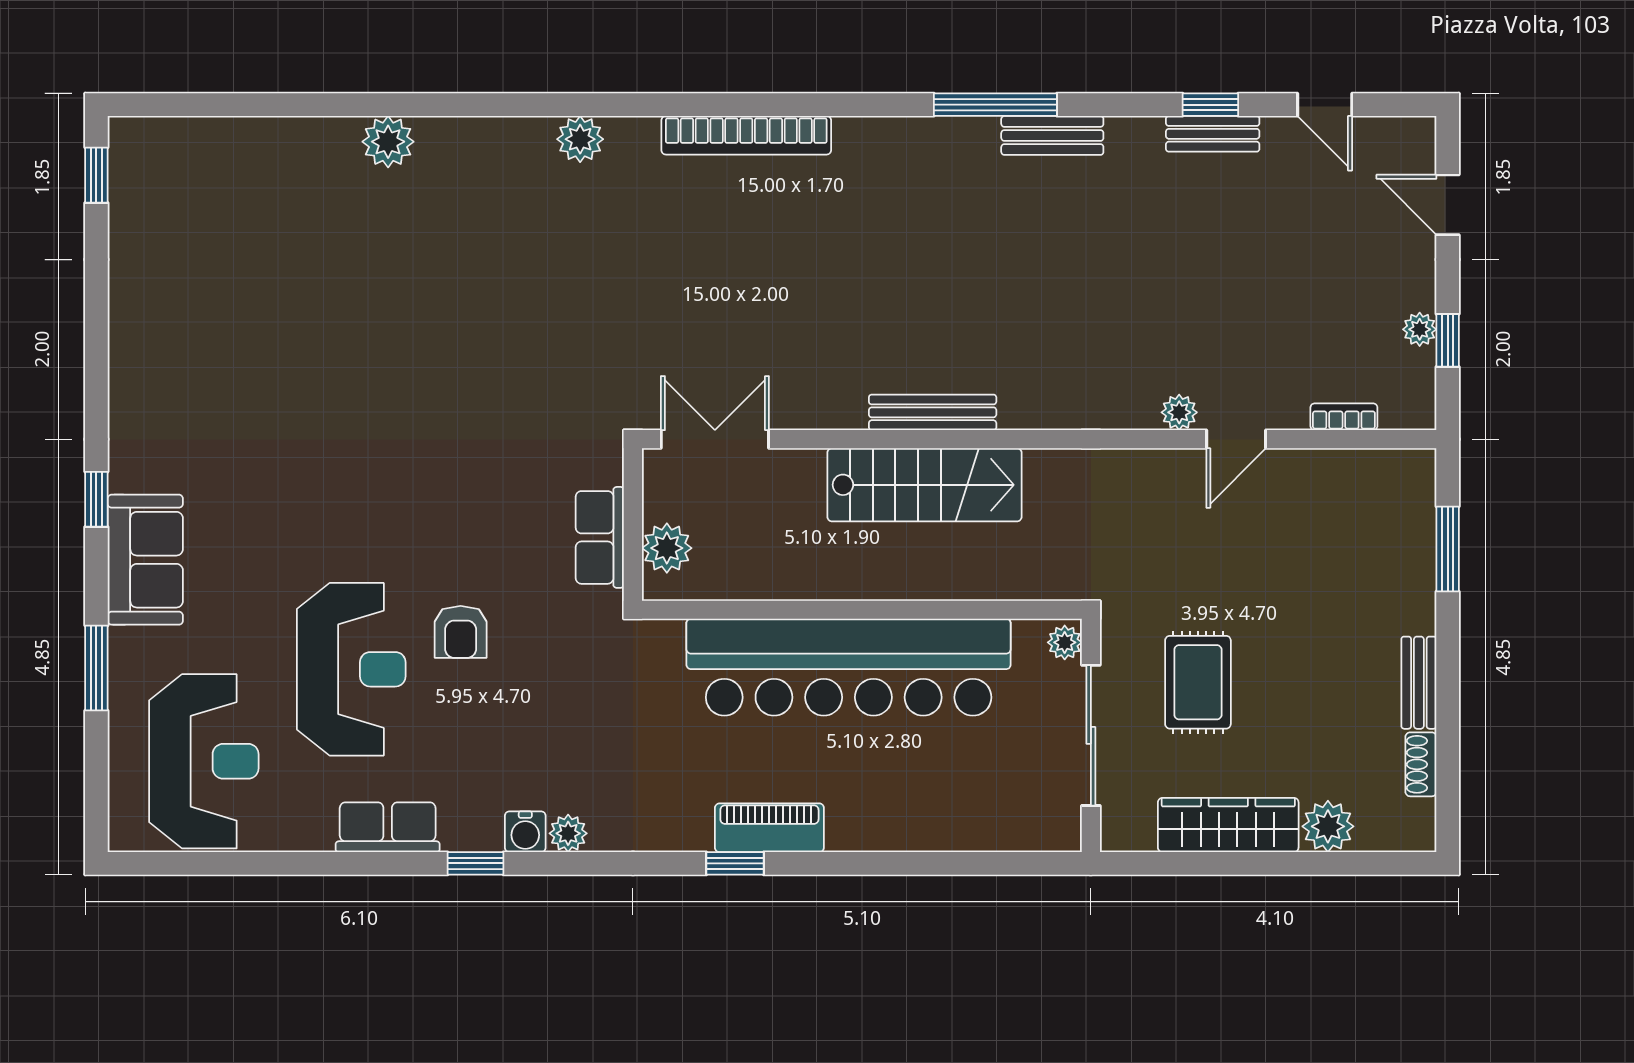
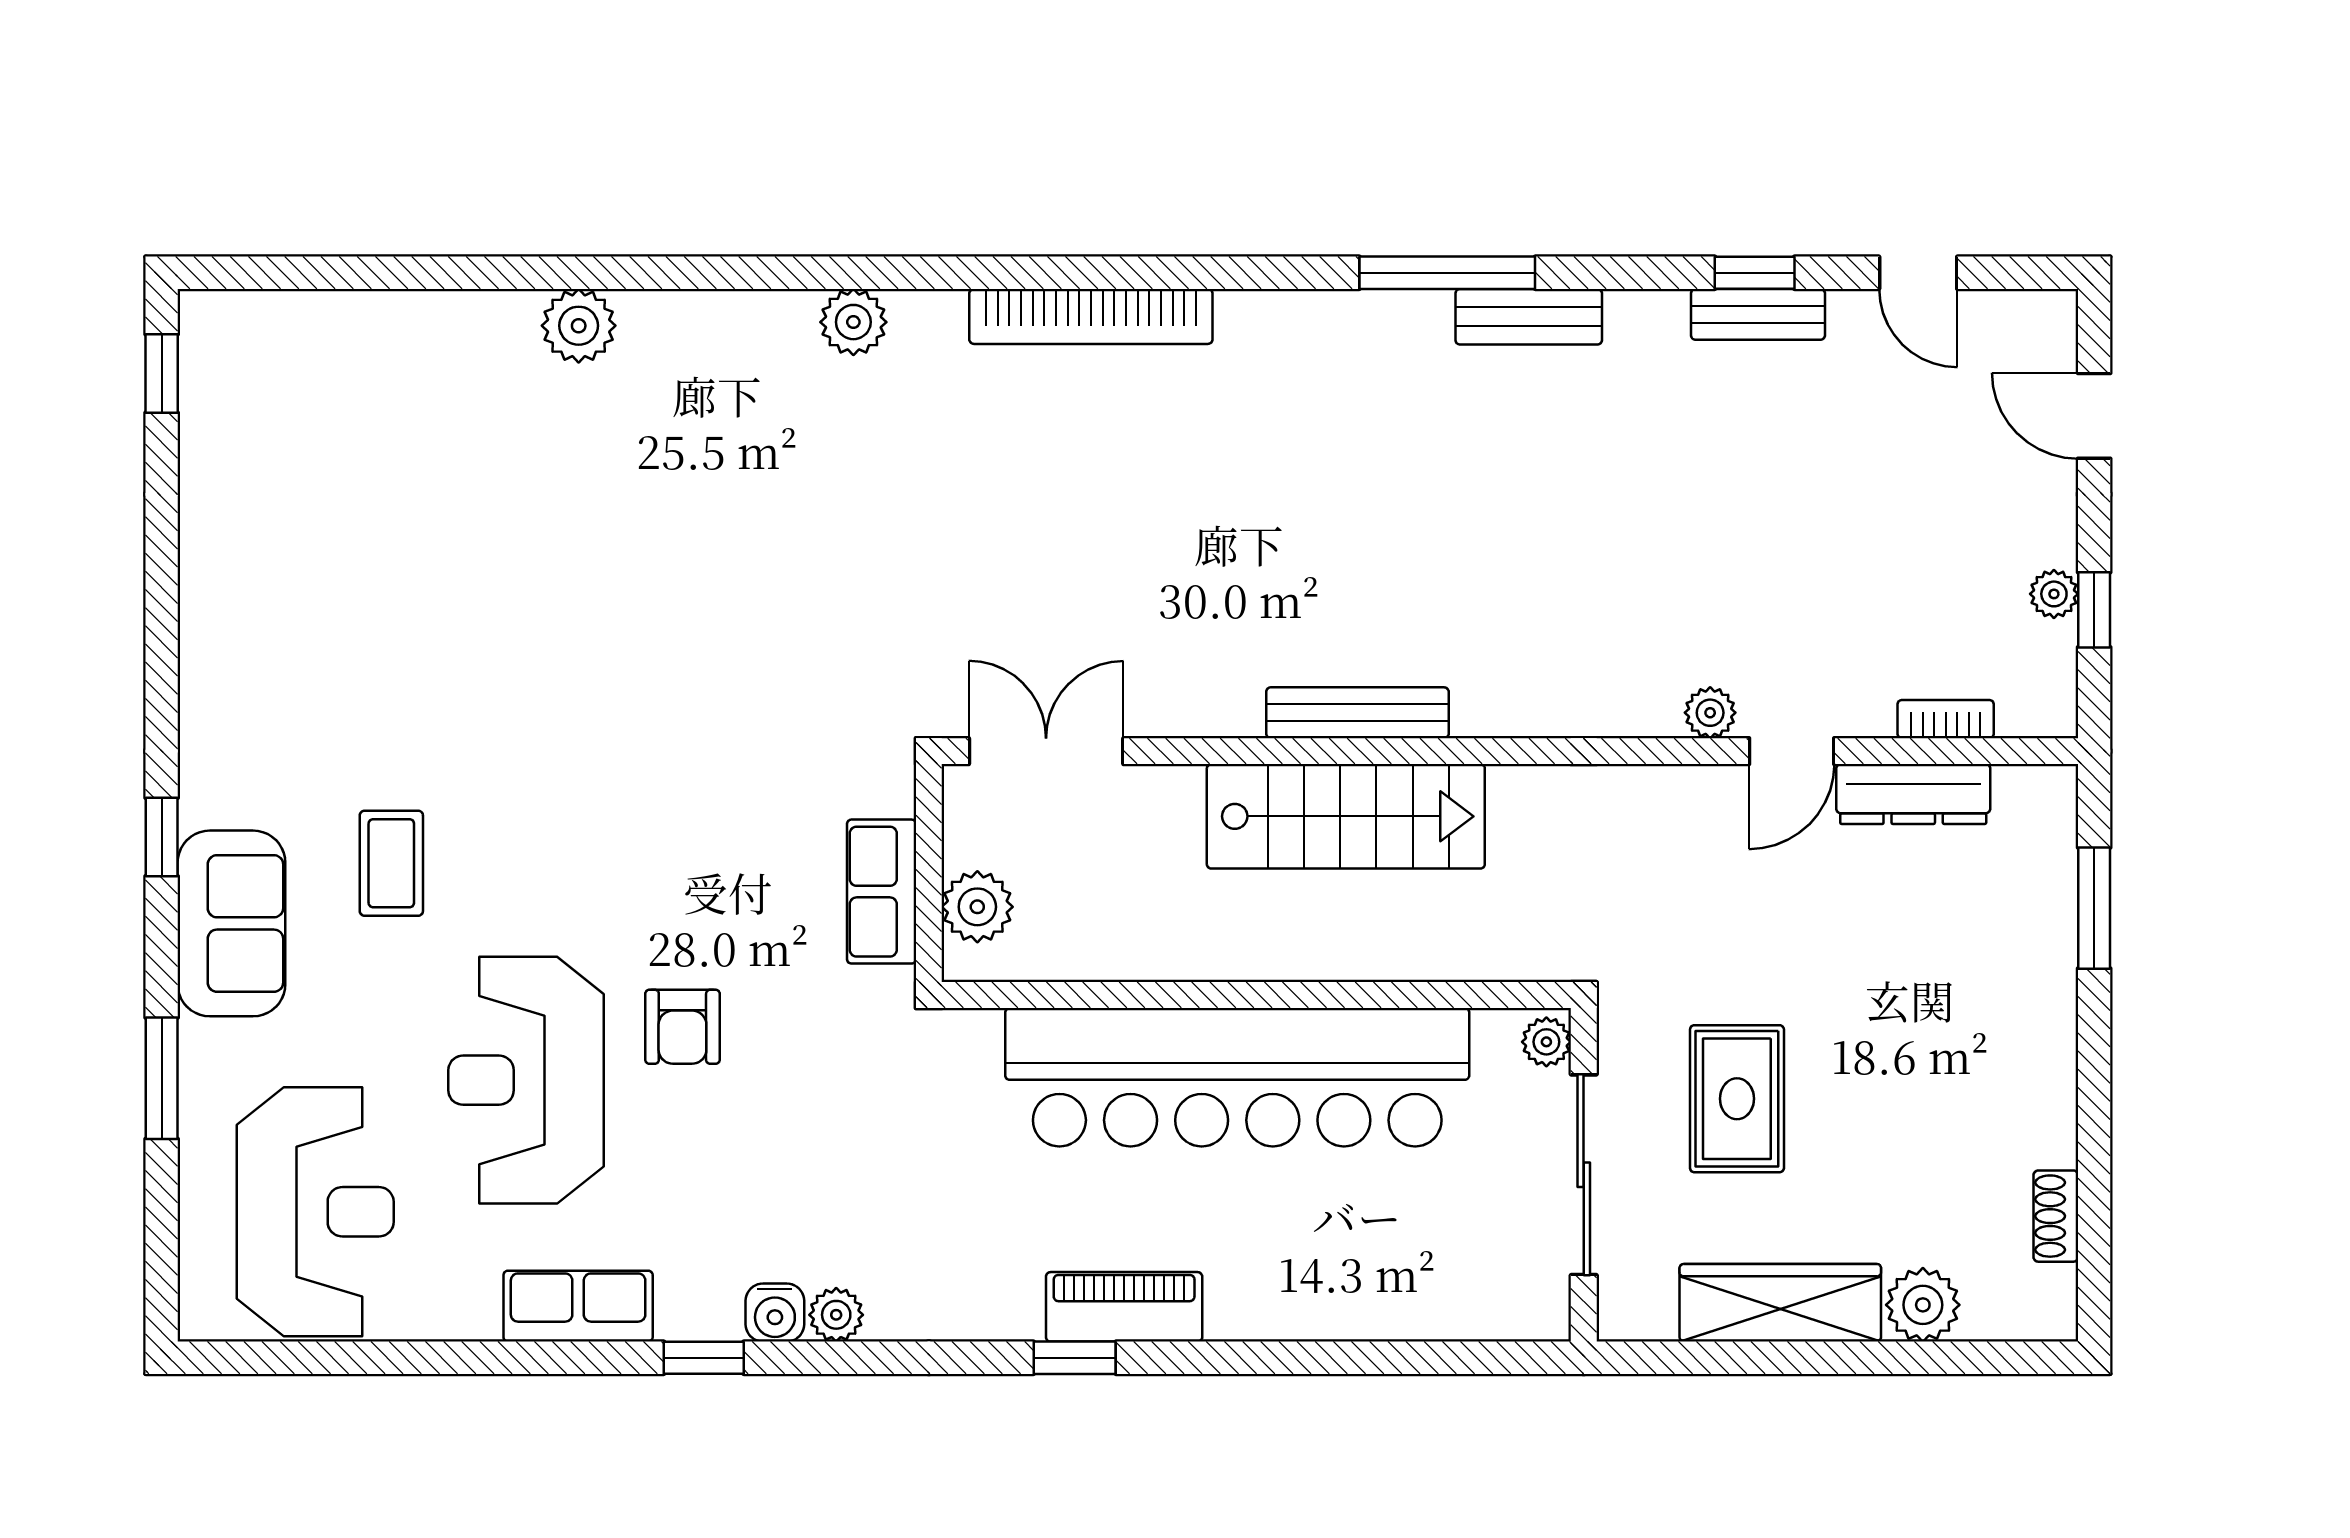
dresser: (1321, 469) -> (1913, 794), added
coffee table: (257, 518) -> (391, 863), added
reception desk: (351, 669) -> (526, 1080), turned 180
bench: (1419, 683) -> (2053, 1099), removed

